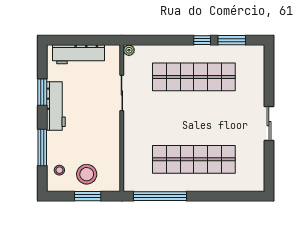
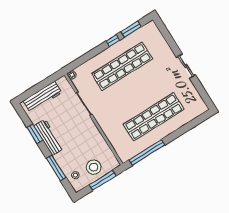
window: (88, 196) -> (103, 180), width x1.44

